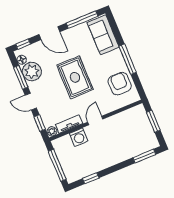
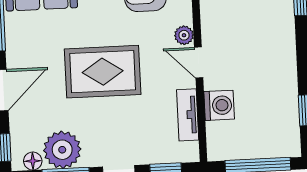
plant: (52, 131) -> (184, 35), moved

